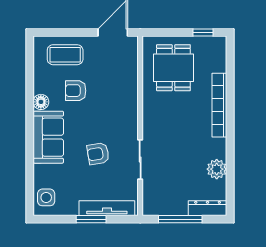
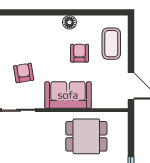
dining table: (173, 68) -> (86, 136), moved
sofa: (48, 137) -> (68, 95), moved, turned 180

